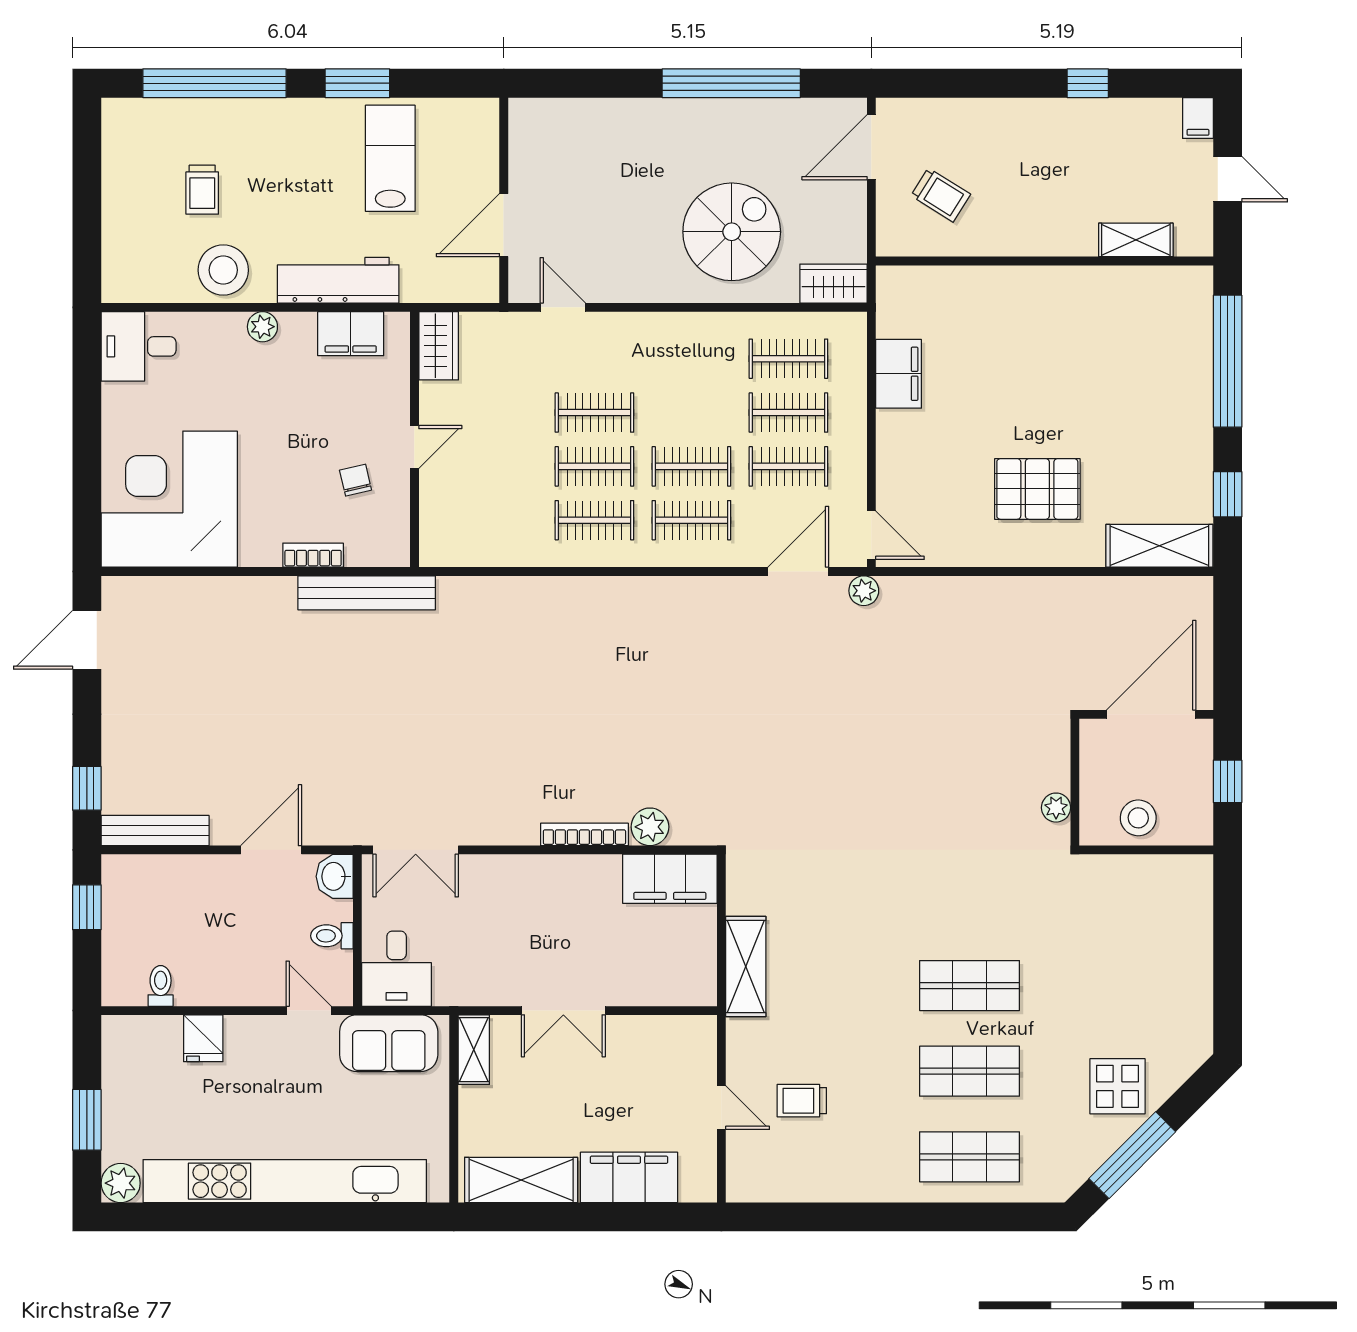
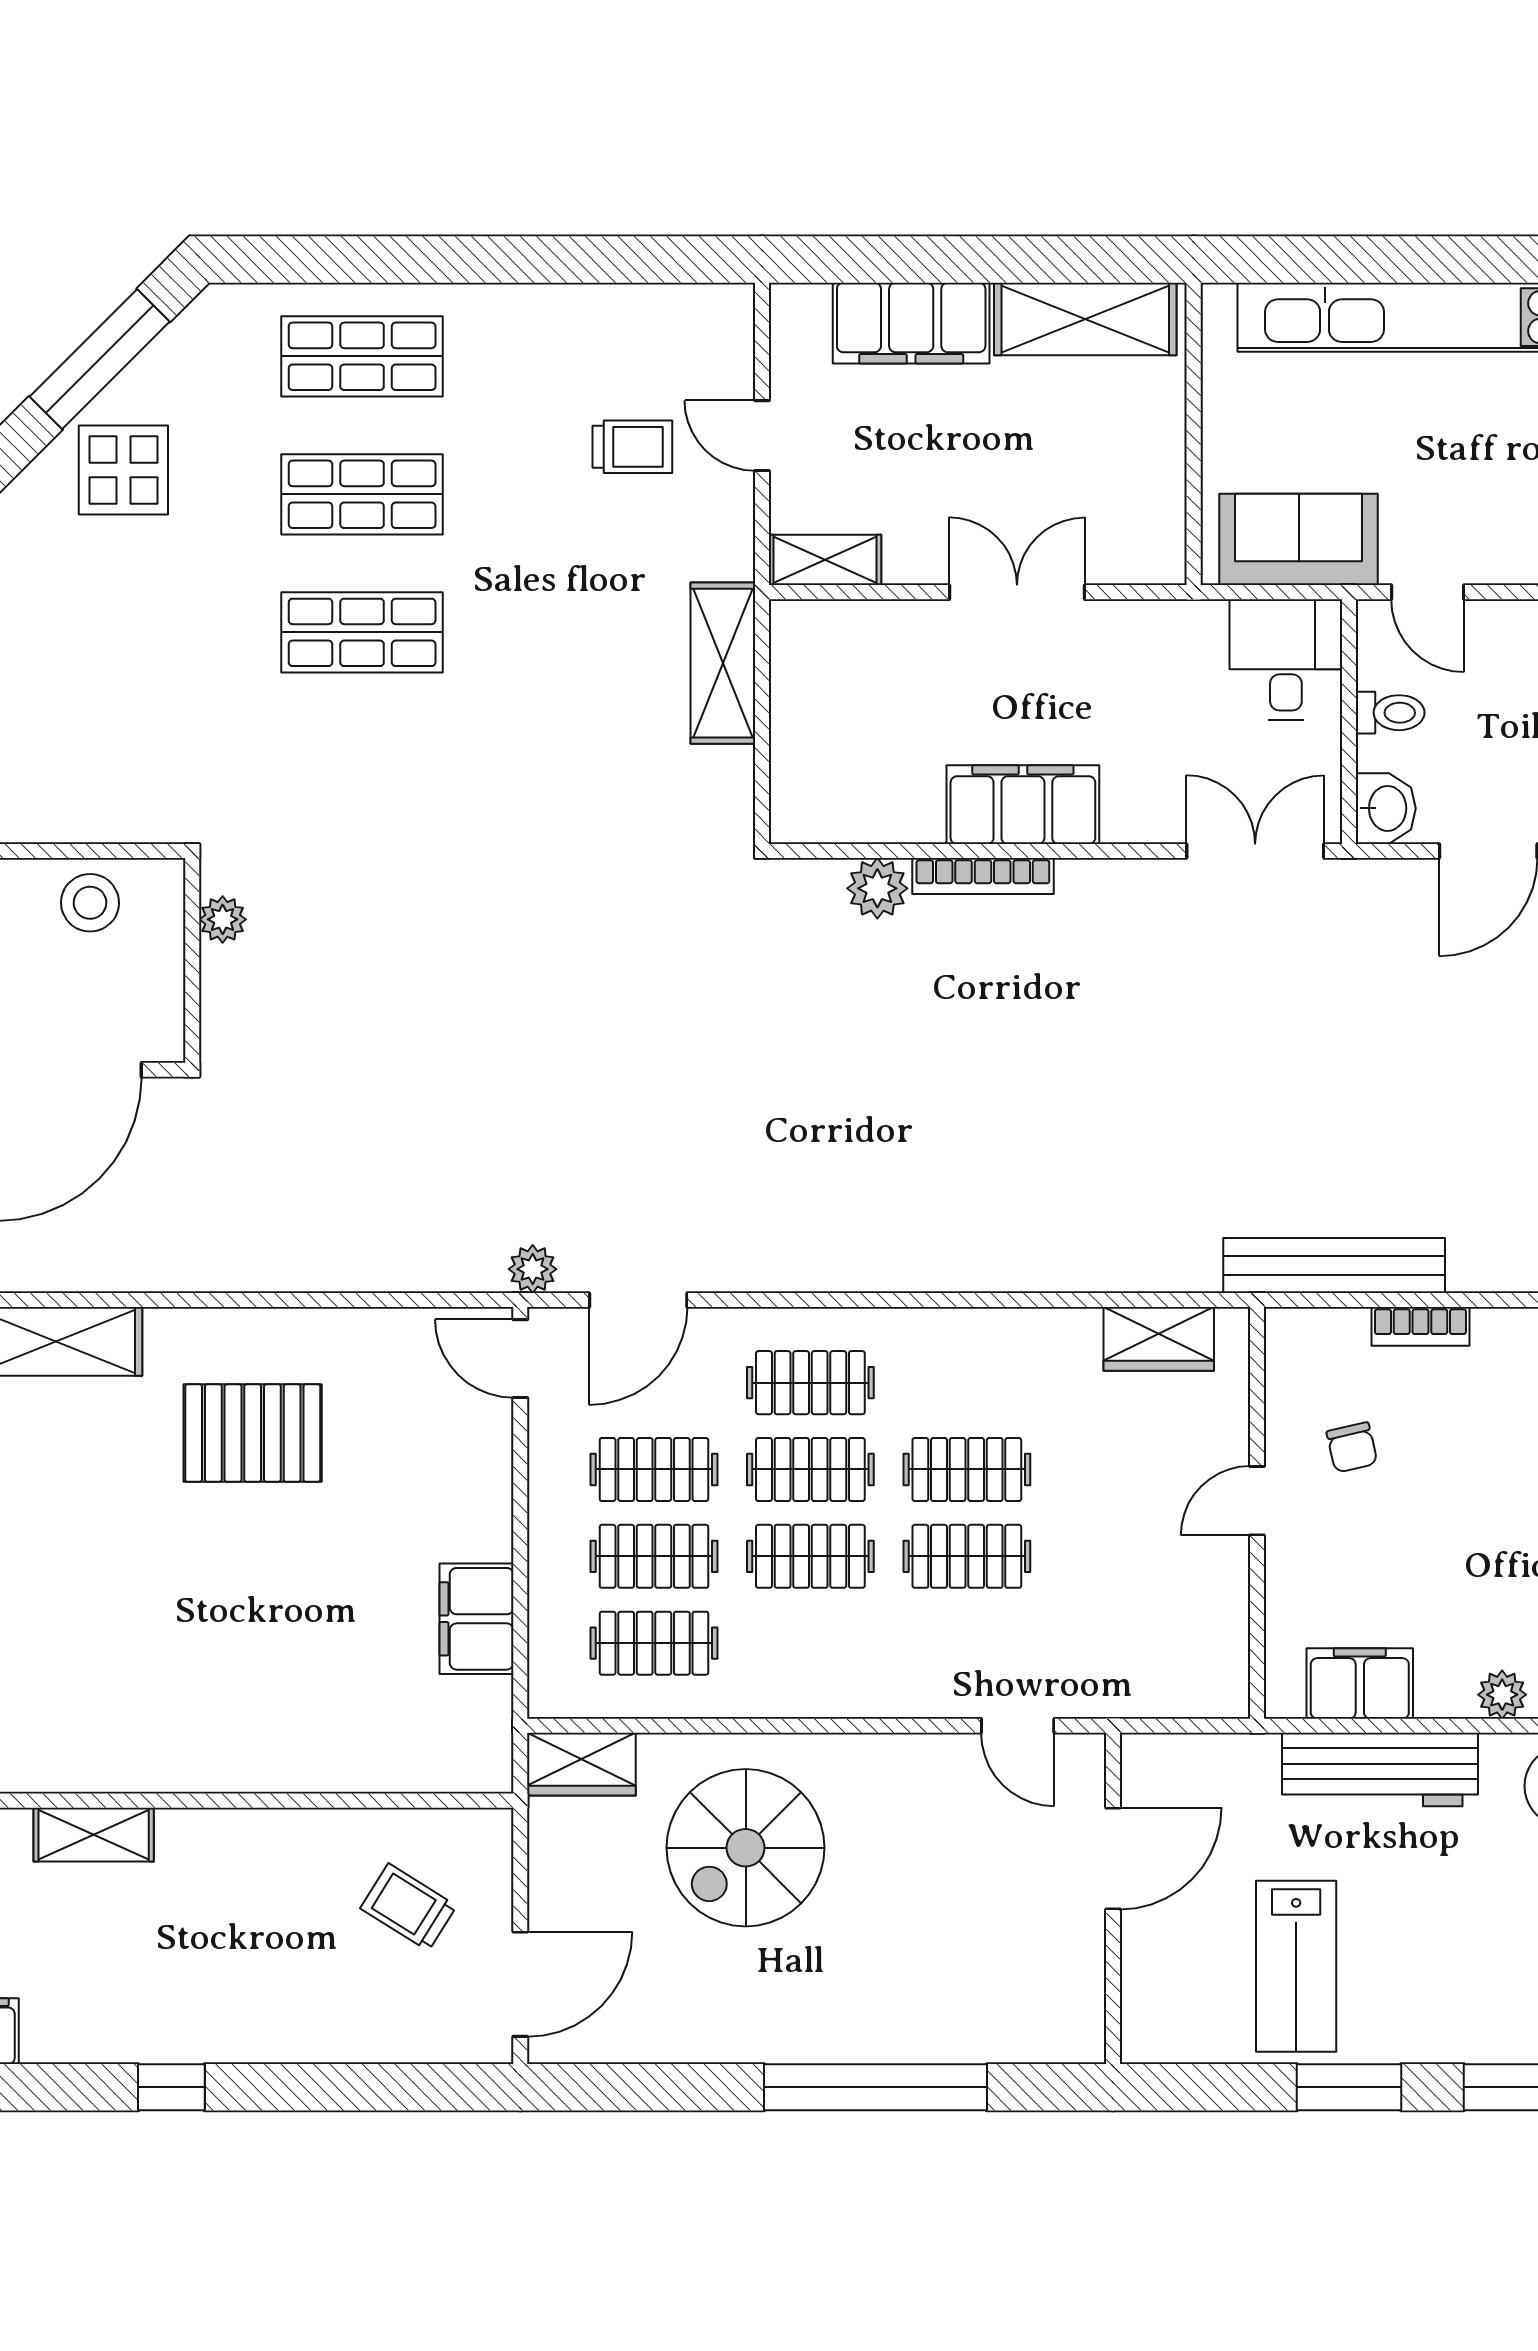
window: (731, 83) -> (875, 2087), moved
wardrobe: (439, 346) -> (1159, 1339), moved, turned -90
clothes rail: (594, 520) -> (810, 1556), moved
filing cabinet: (670, 879) -> (1023, 805), moved
shelving: (474, 1050) -> (825, 560), moved, turned 90

